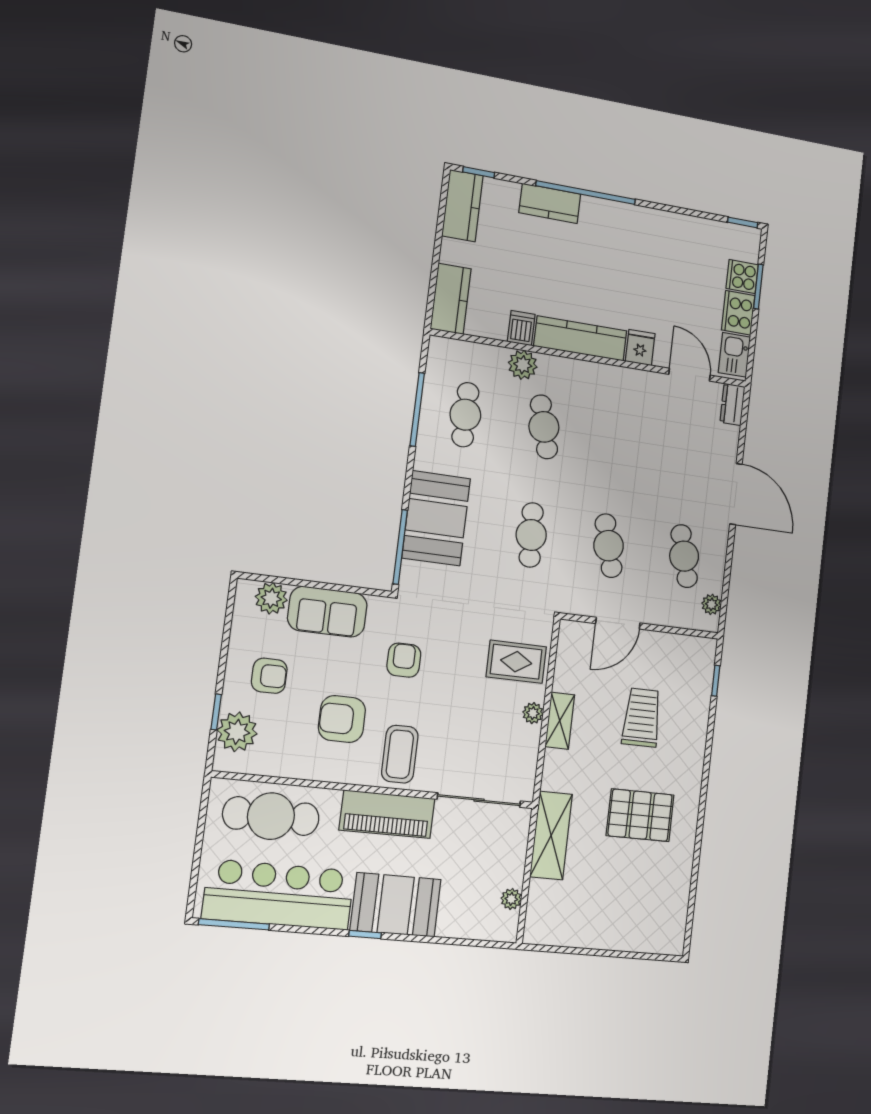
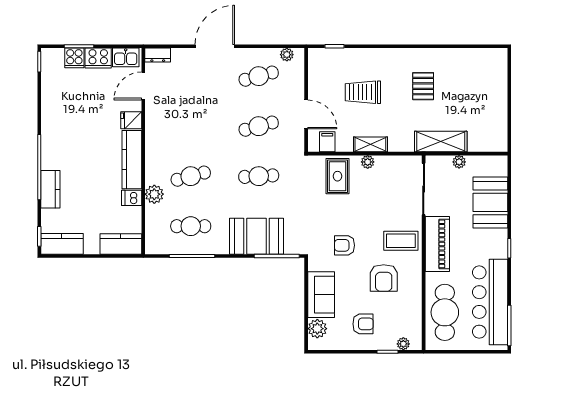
filing cabinet: (572, 652) -> (327, 142), added
armchair: (269, 676) -> (363, 324), turned 90
plant: (237, 732) -> (403, 344), width x0.53, depth x0.53
pallet: (640, 815) -> (423, 86), width x0.67, depth x0.71
plant: (511, 899) -> (459, 162), moved
booth: (396, 905) -> (490, 202), moved

